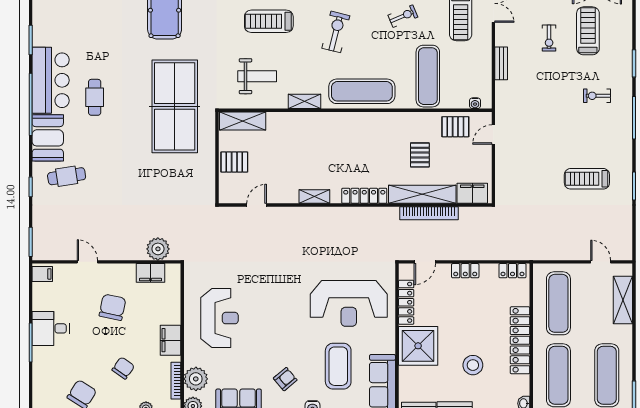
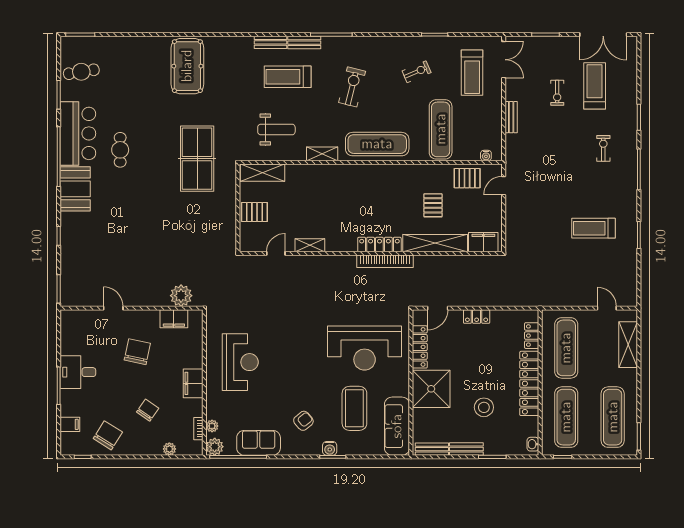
exercise bike: (597, 96) -> (603, 148), turned 90
table tennis table: (175, 106) -> (197, 159), width x0.73, depth x0.76
cafe table: (67, 176) -> (81, 72), moved
shelving: (314, 197) -> (310, 245), moved
bookcase: (429, 213) -> (385, 261), moved
locker: (512, 271) -> (532, 336), moved, turned 90
filing cabinet: (42, 274) -> (70, 424), moved
plant: (196, 379) -> (212, 426), width x0.53, depth x0.53
bookcase: (176, 381) -> (198, 429), width x0.64

